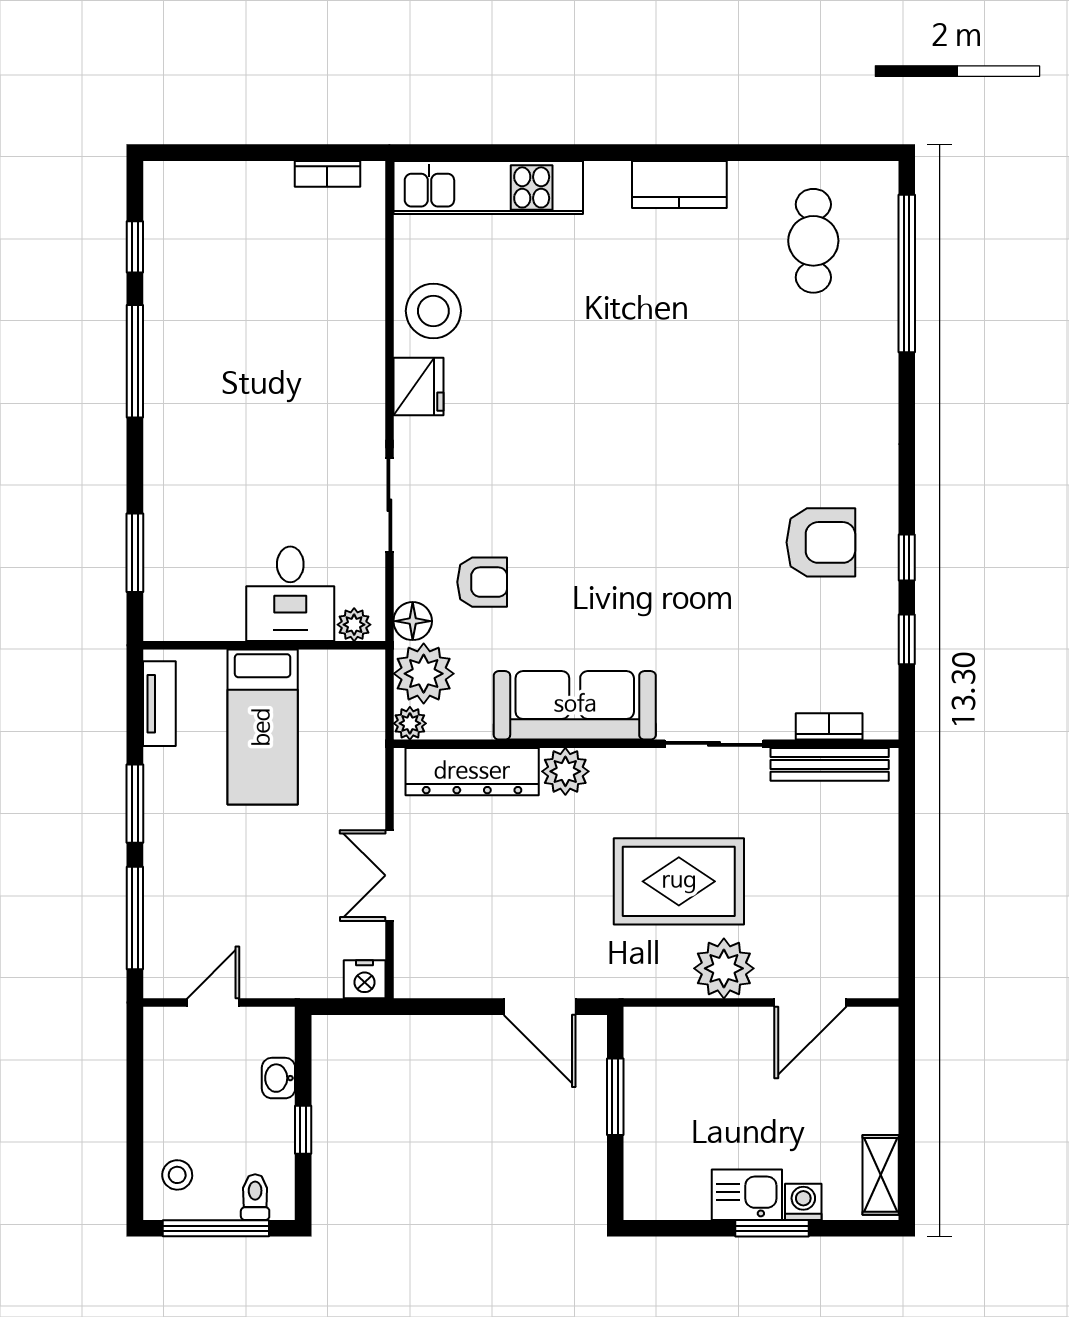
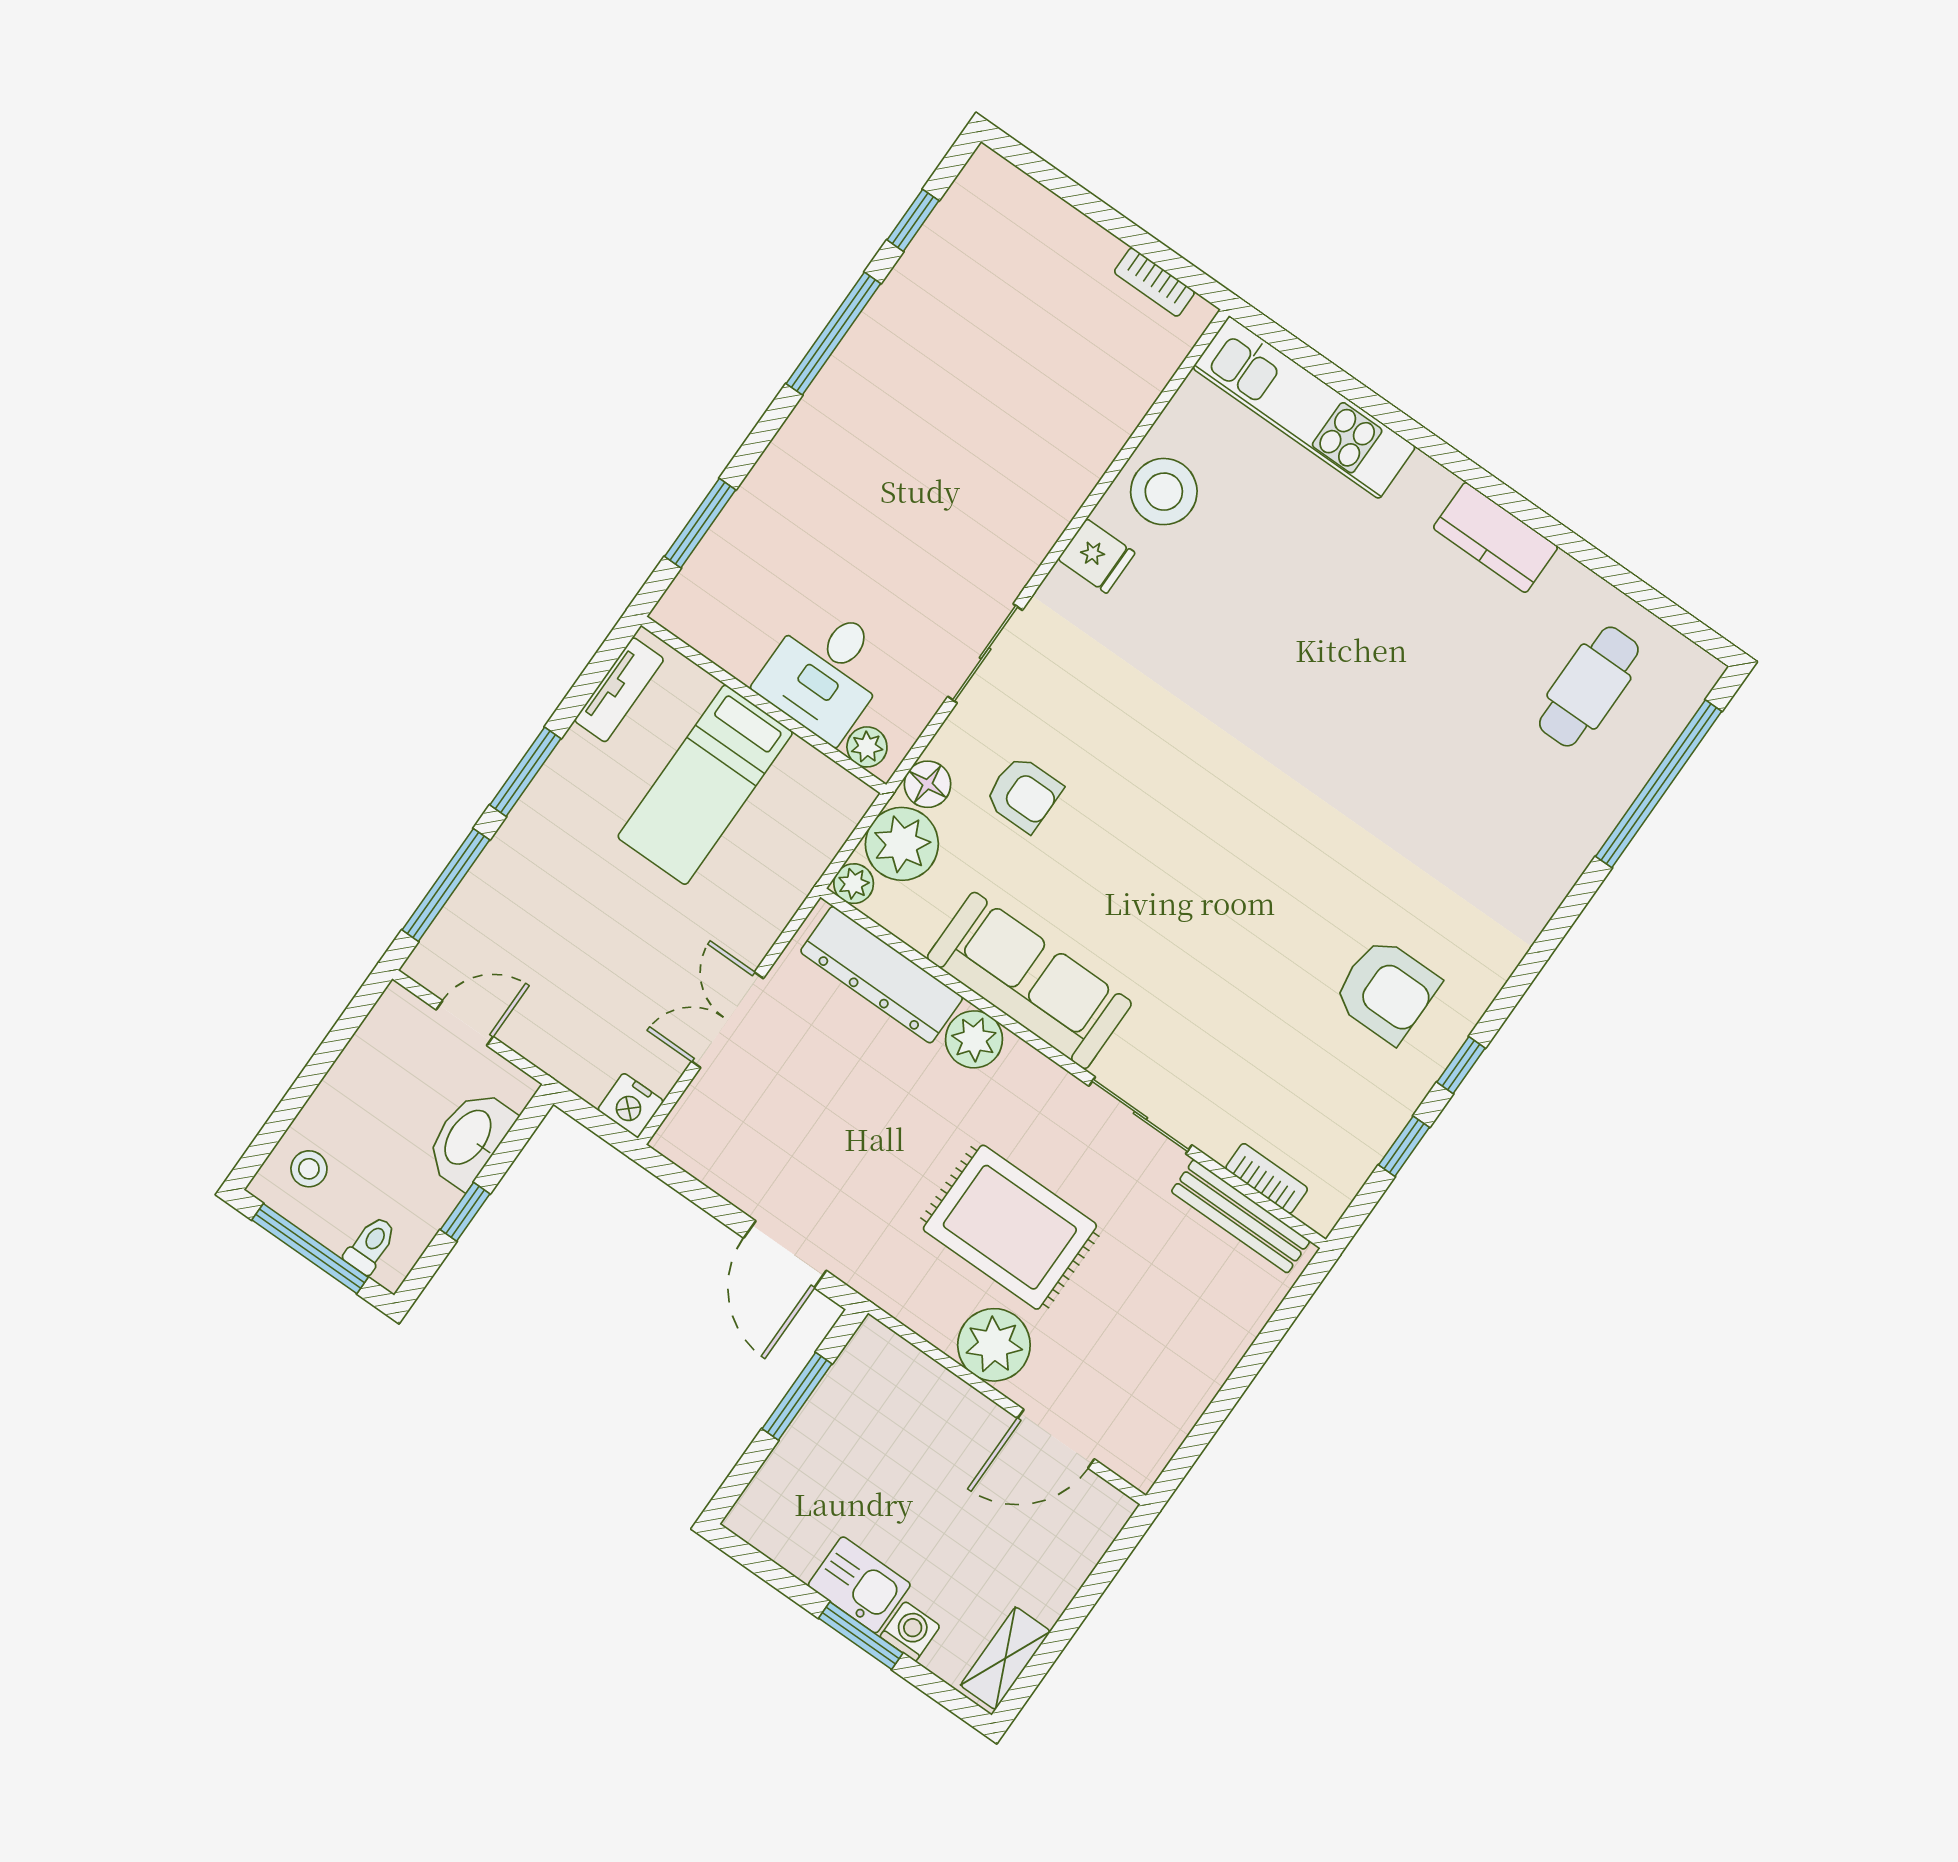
fridge: (418, 387) -> (1096, 556), width x0.72
washbasin: (278, 1078) -> (469, 1138), width x1.91, depth x1.45

